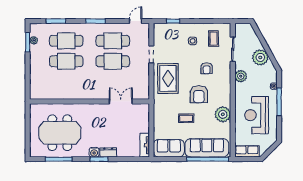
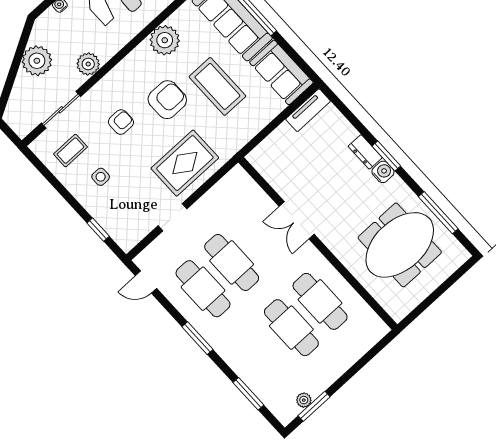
cafe table: (66, 41) -> (320, 301), moved
double door: (121, 101) -> (297, 220), moved
coffee table: (186, 118) -> (217, 86), width x1.86, depth x1.72
meeting table: (60, 133) -> (400, 245), turned 90

